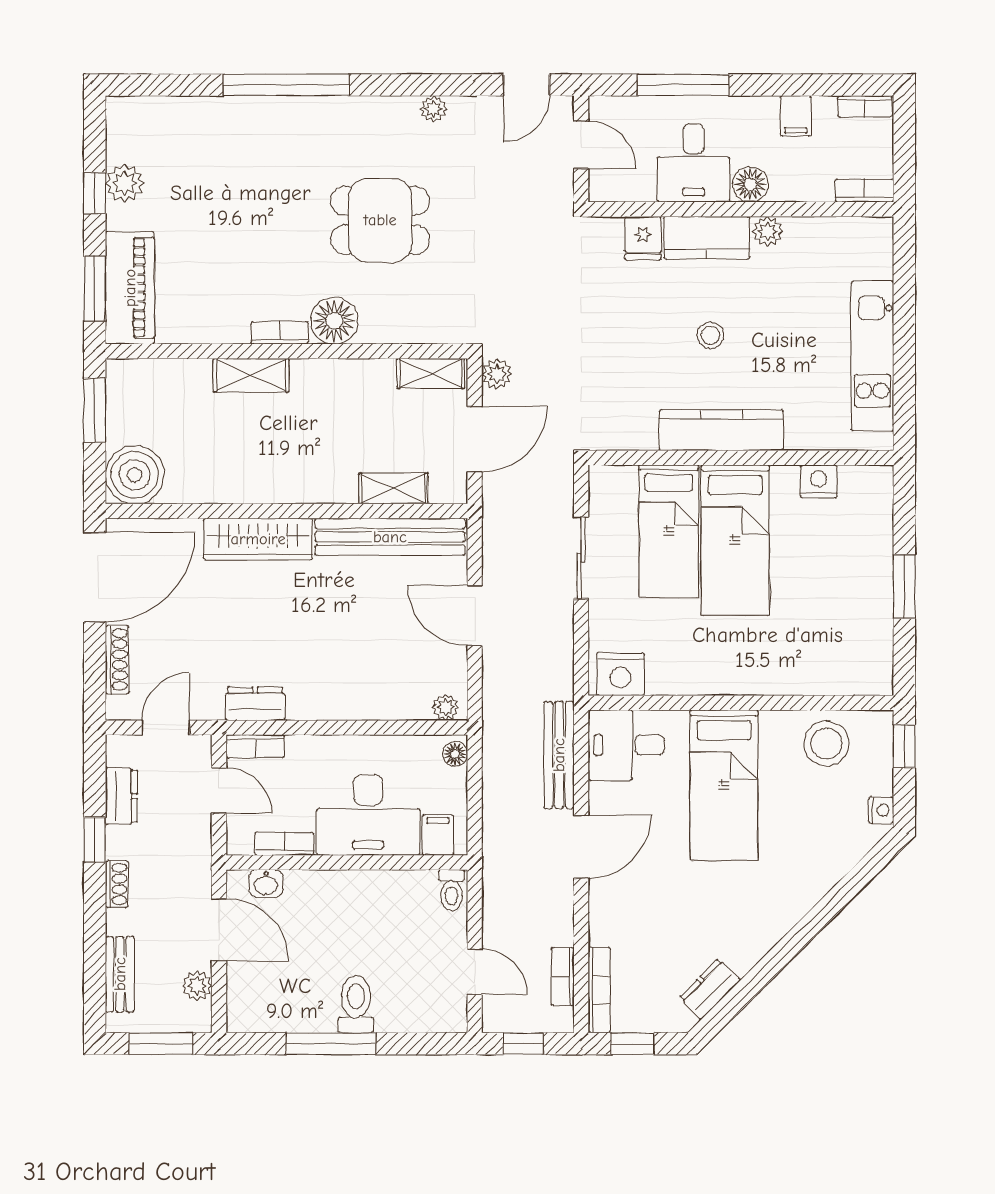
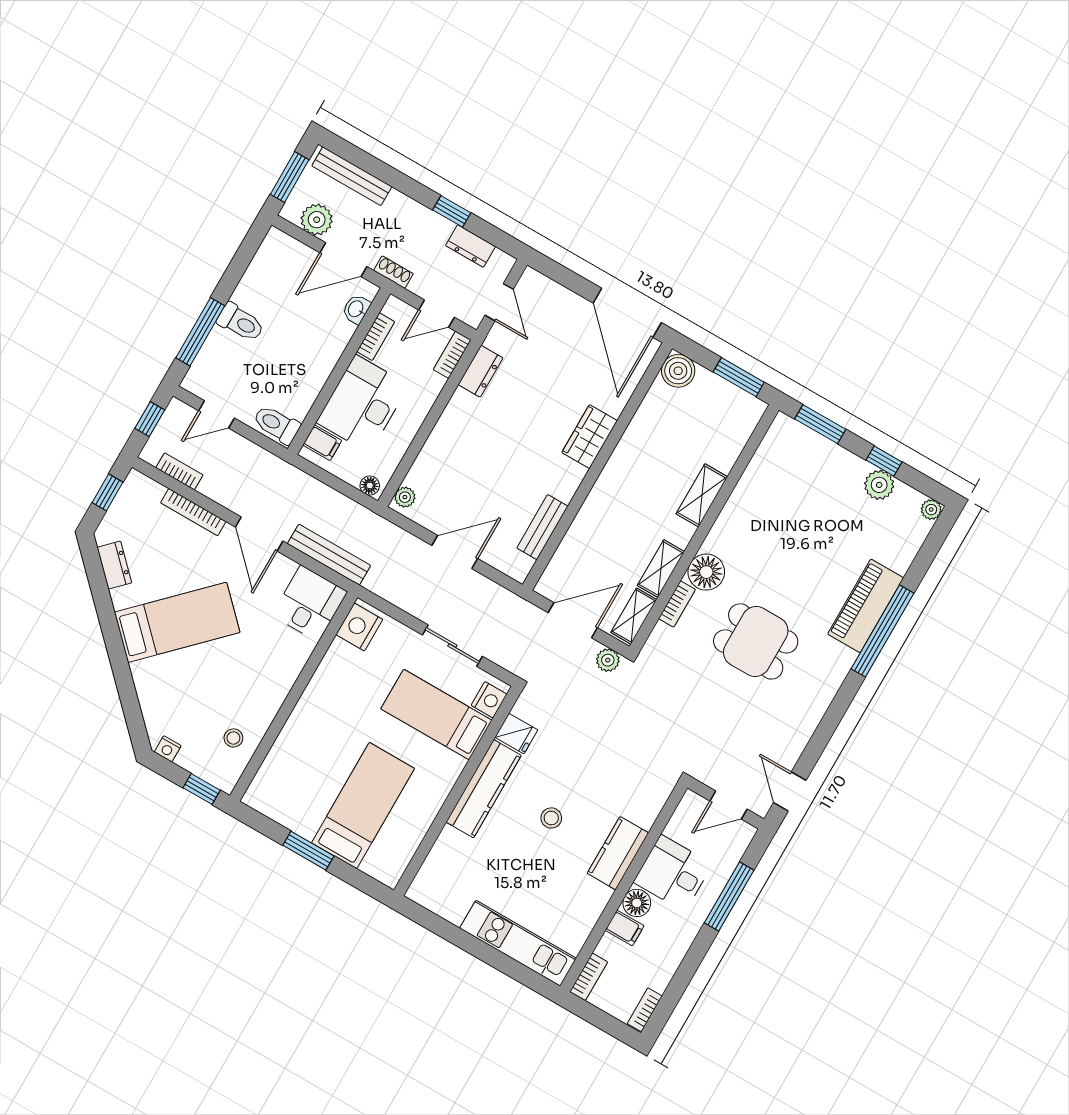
plant: (433, 109) -> (931, 510), moved
filing cabinet: (796, 116) -> (625, 928), moved, turned 180
dining table: (380, 220) -> (756, 641), turned 90
plant: (768, 232) -> (599, 896), removed
fridge: (643, 238) -> (516, 734), moved, turned 180
piano: (130, 288) -> (866, 606), moved, turned 90
bookcase: (279, 333) -> (677, 604), moved
kitchen unit: (872, 356) -> (518, 943), moved
door: (475, 439) -> (573, 620), swing flipped
boiler: (135, 475) -> (678, 371), width x0.73, depth x0.73
nightstand: (819, 482) -> (489, 700), moved
shelving: (393, 488) -> (661, 569), moved
bench: (390, 537) -> (542, 527), width x0.54, depth x0.82
wardrobe: (258, 539) -> (590, 437), width x0.67
bed: (735, 540) -> (363, 806), moved, turned 90
shoe rack: (117, 660) -> (563, 296), removed
stool: (826, 743) -> (233, 738), width x0.53, depth x0.53
bed: (724, 785) -> (177, 622), moved, turned 135
shoe rack: (117, 884) -> (393, 272), moved, turned 180
toilet: (452, 890) -> (277, 424), width x1.37, depth x1.39
bench: (120, 974) -> (352, 176), width x1.36
plant: (197, 986) -> (317, 220), width x1.38, depth x1.38
bookcase: (599, 990) -> (193, 512), moved
window: (331, 1044) -> (200, 332), moved

